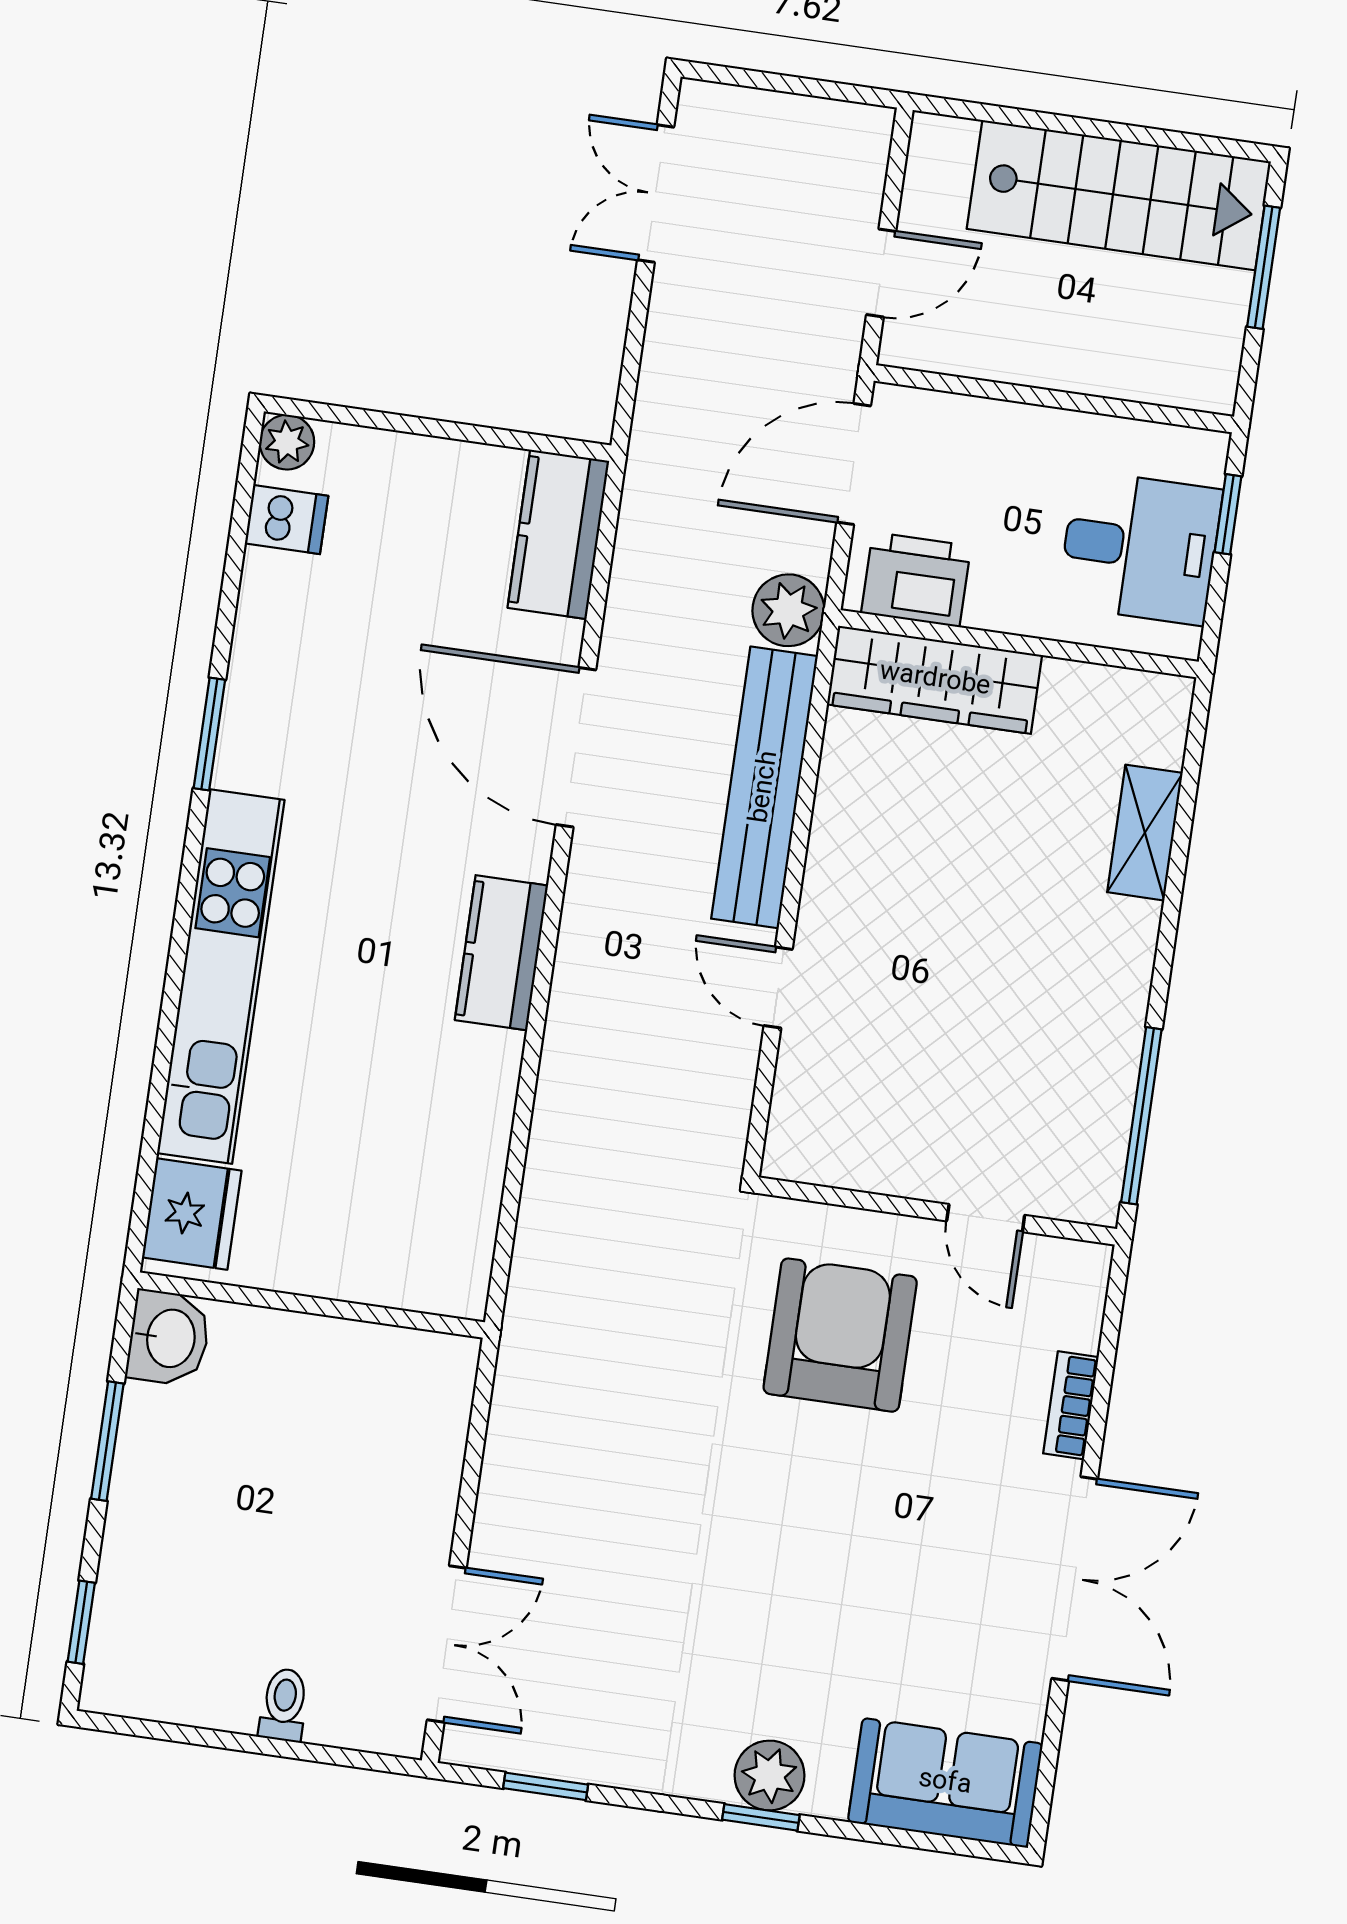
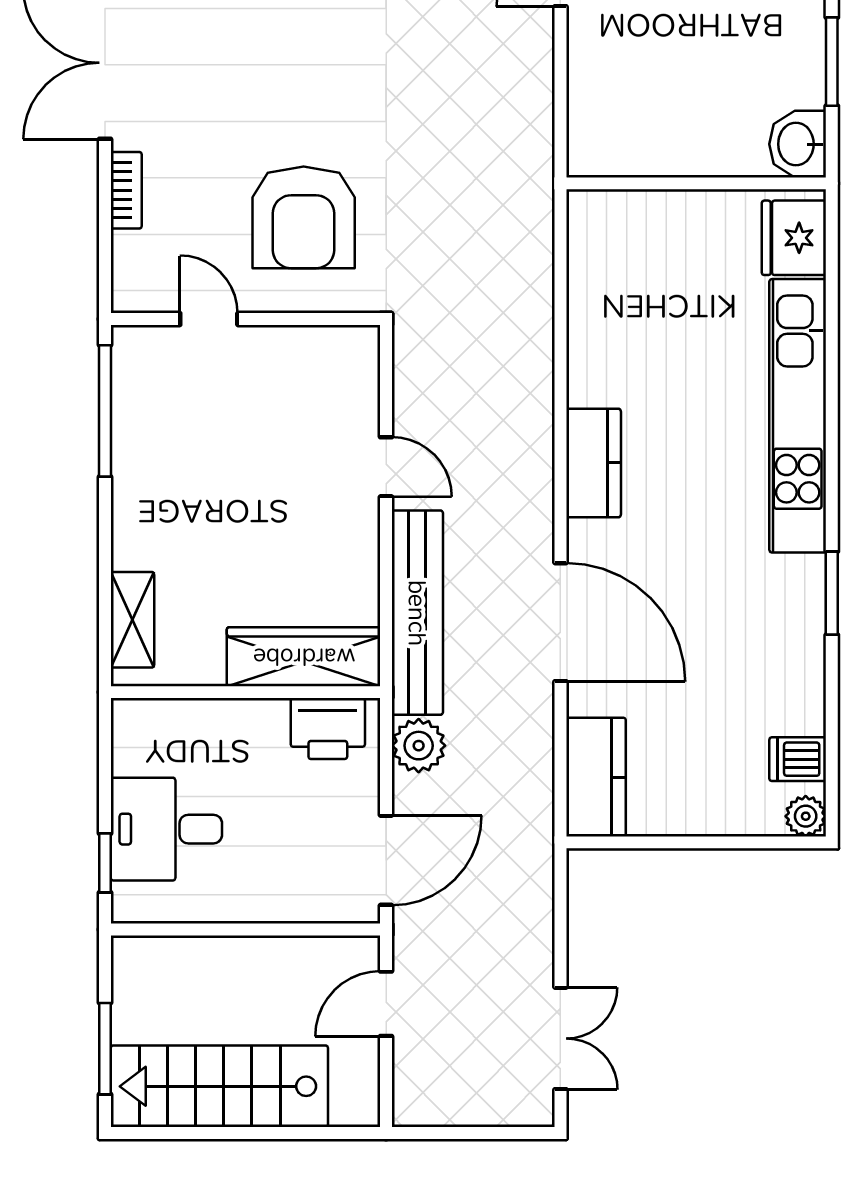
printer: (916, 579) -> (328, 729), moved
wall: (1019, 644) -> (246, 692), moved
wardrobe: (935, 680) -> (304, 657), moved

